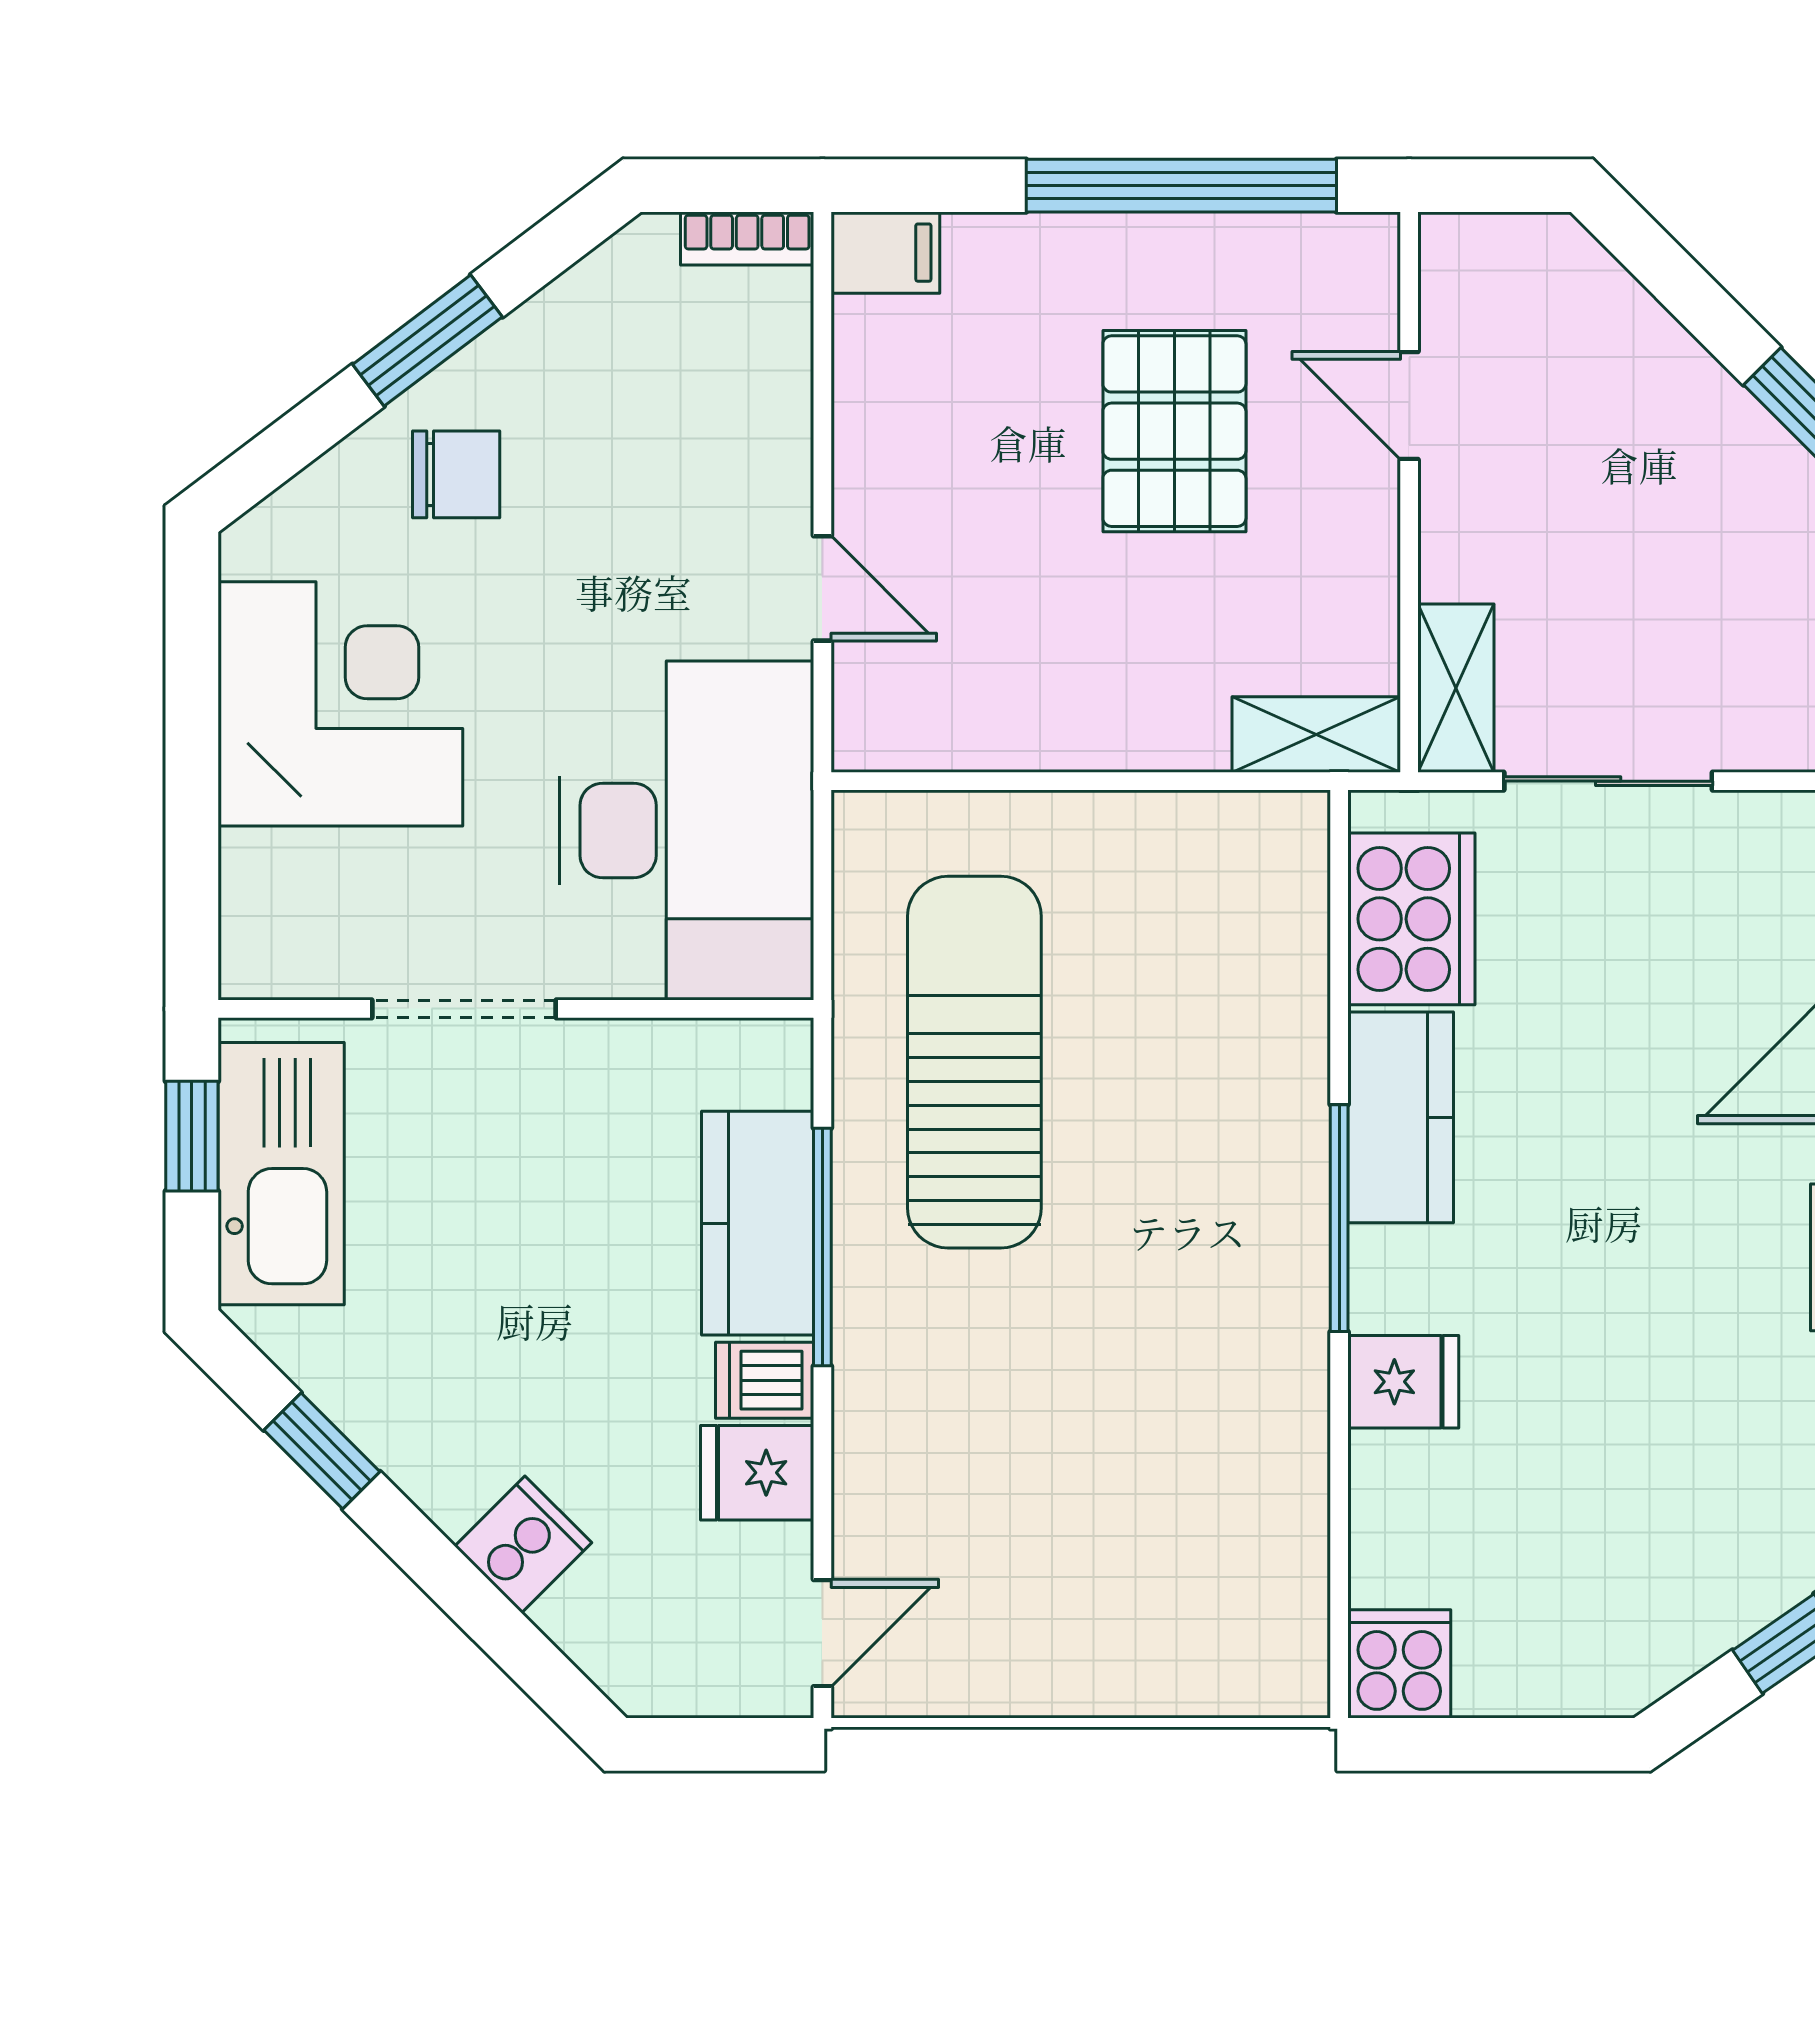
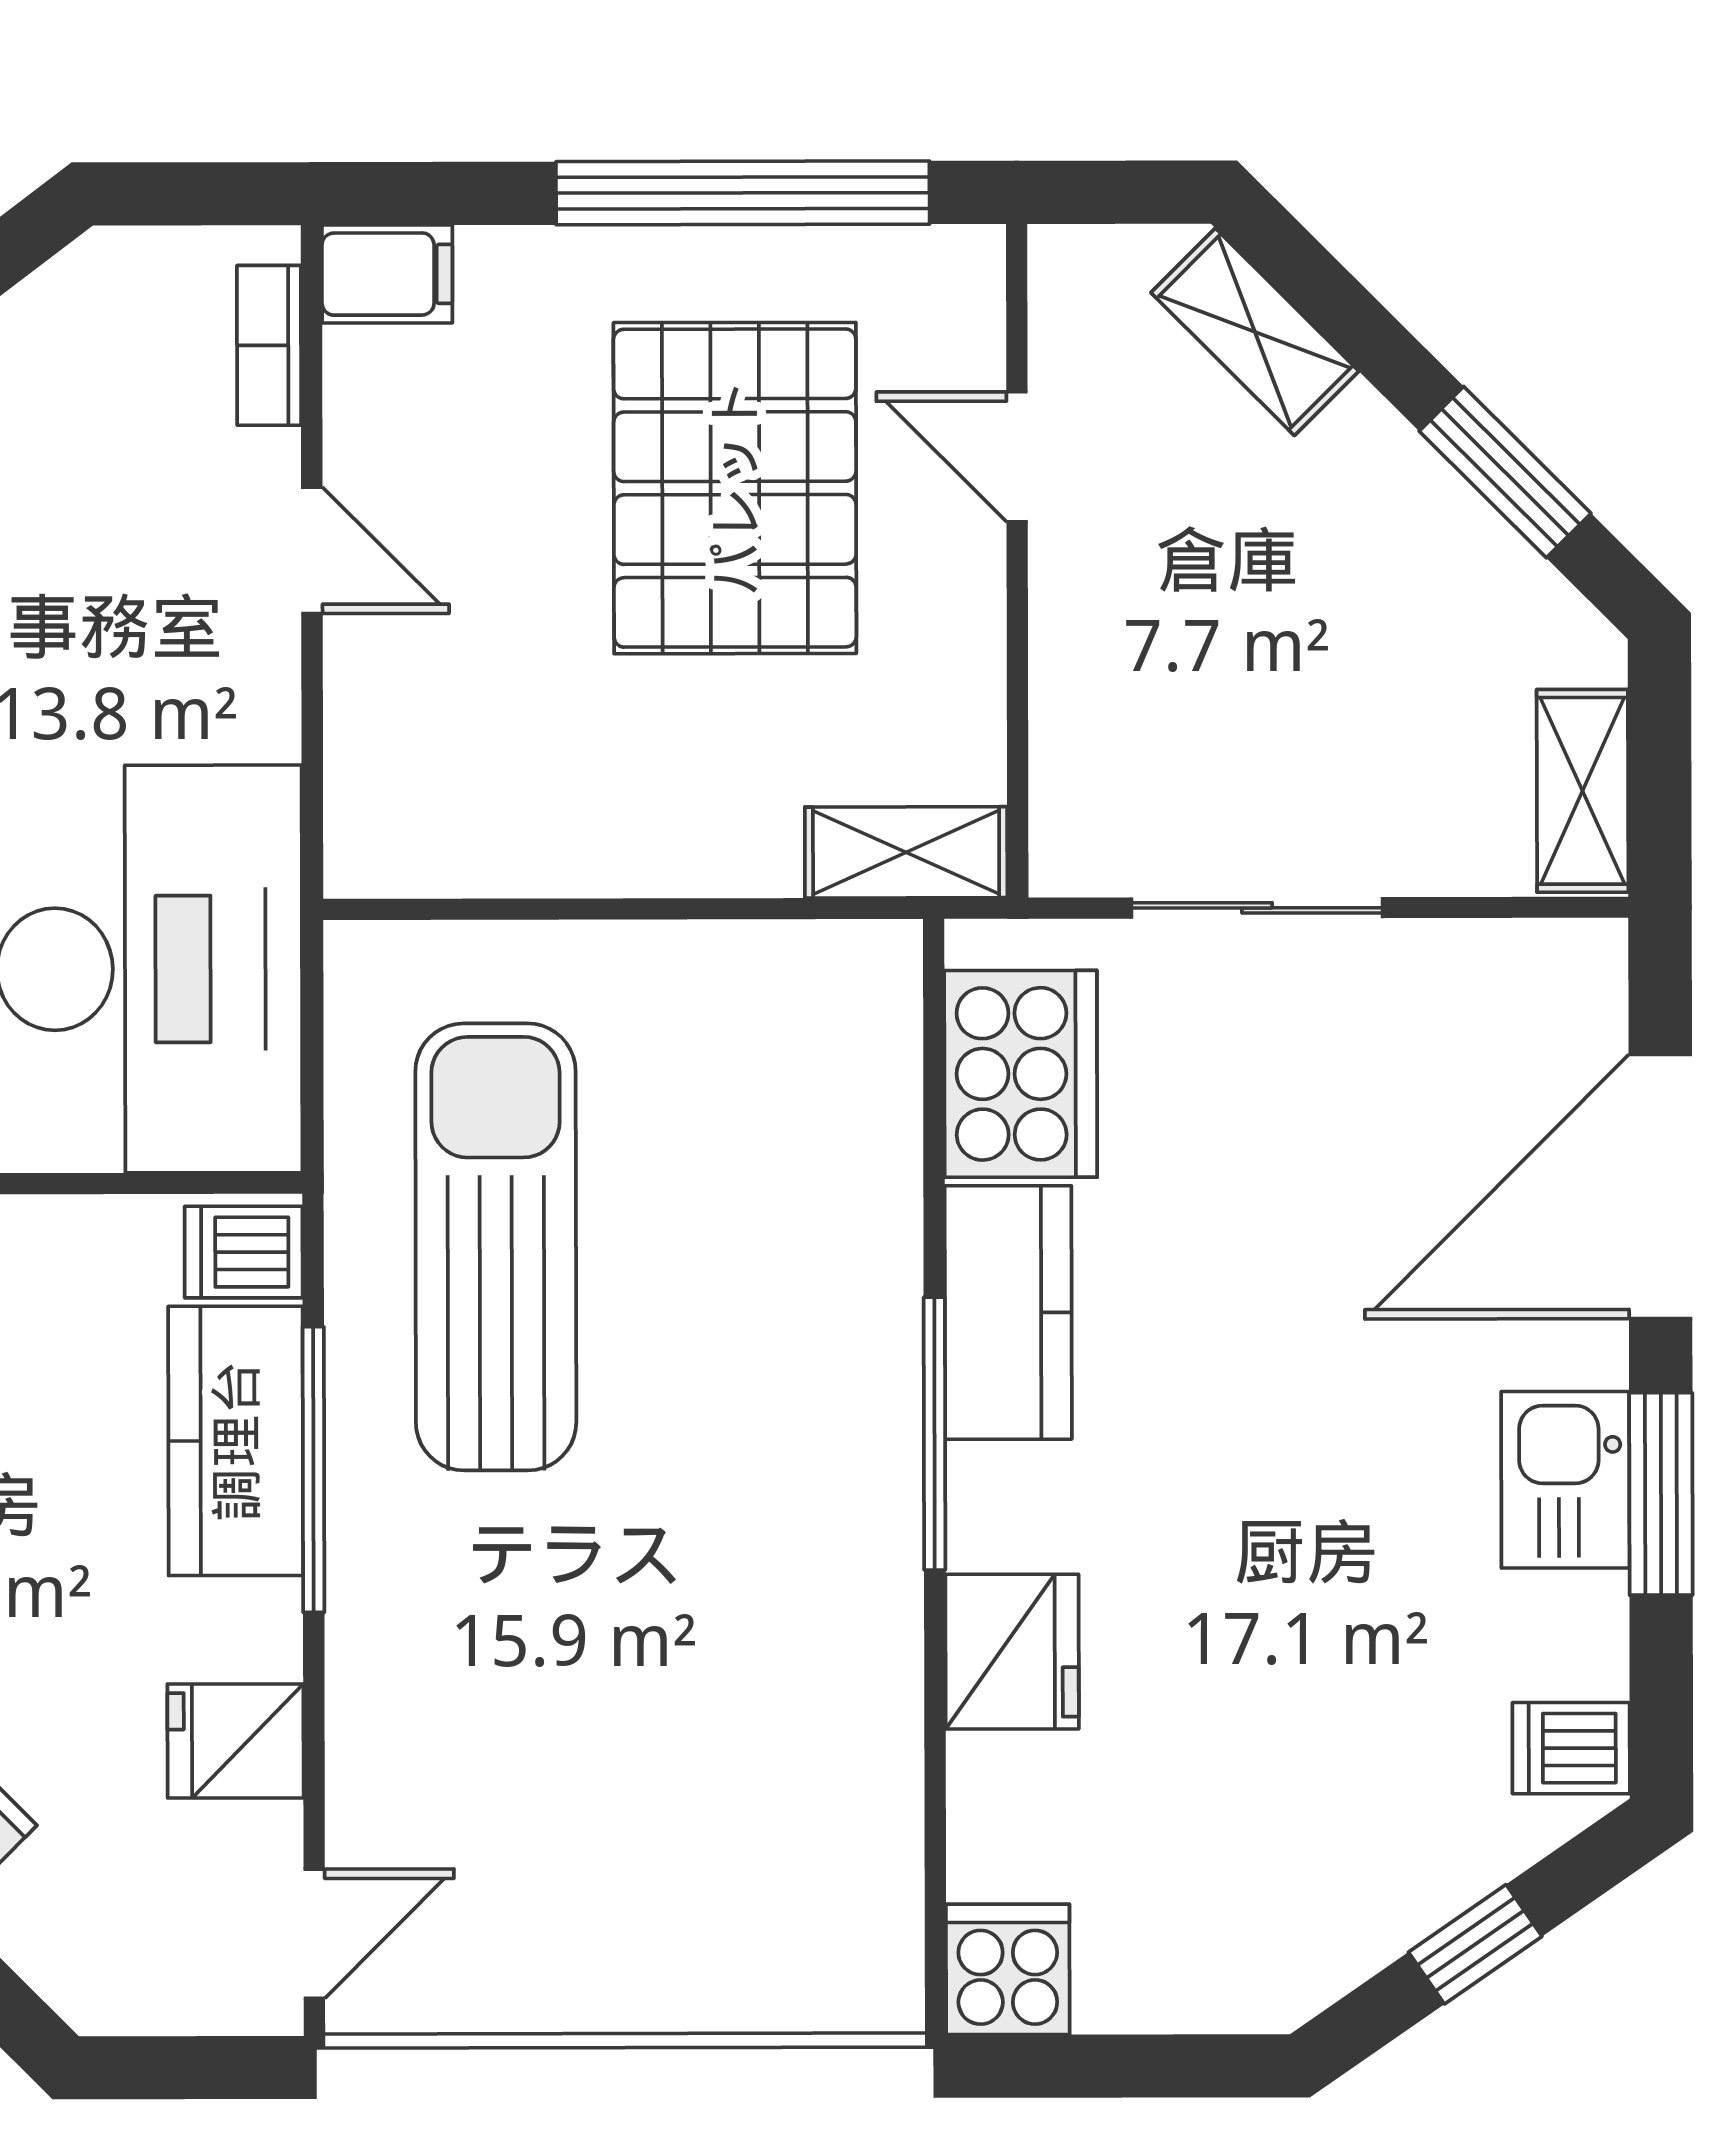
bookcase: (747, 239) -> (269, 345), moved, turned 90
pallet: (1174, 431) -> (735, 488), width x1.37, depth x1.41
door: (822, 588) -> (312, 550), moved
shelving: (1456, 688) -> (1255, 332), moved, turned -45
dishwasher: (765, 1380) -> (244, 1252), moved
fridge: (1403, 1382) -> (1012, 1652), width x1.38

